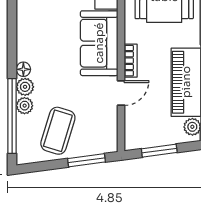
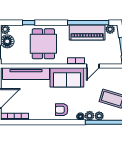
armchair: (37, 33) -> (62, 110), added
door: (121, 93) -> (93, 66), swing flipped

